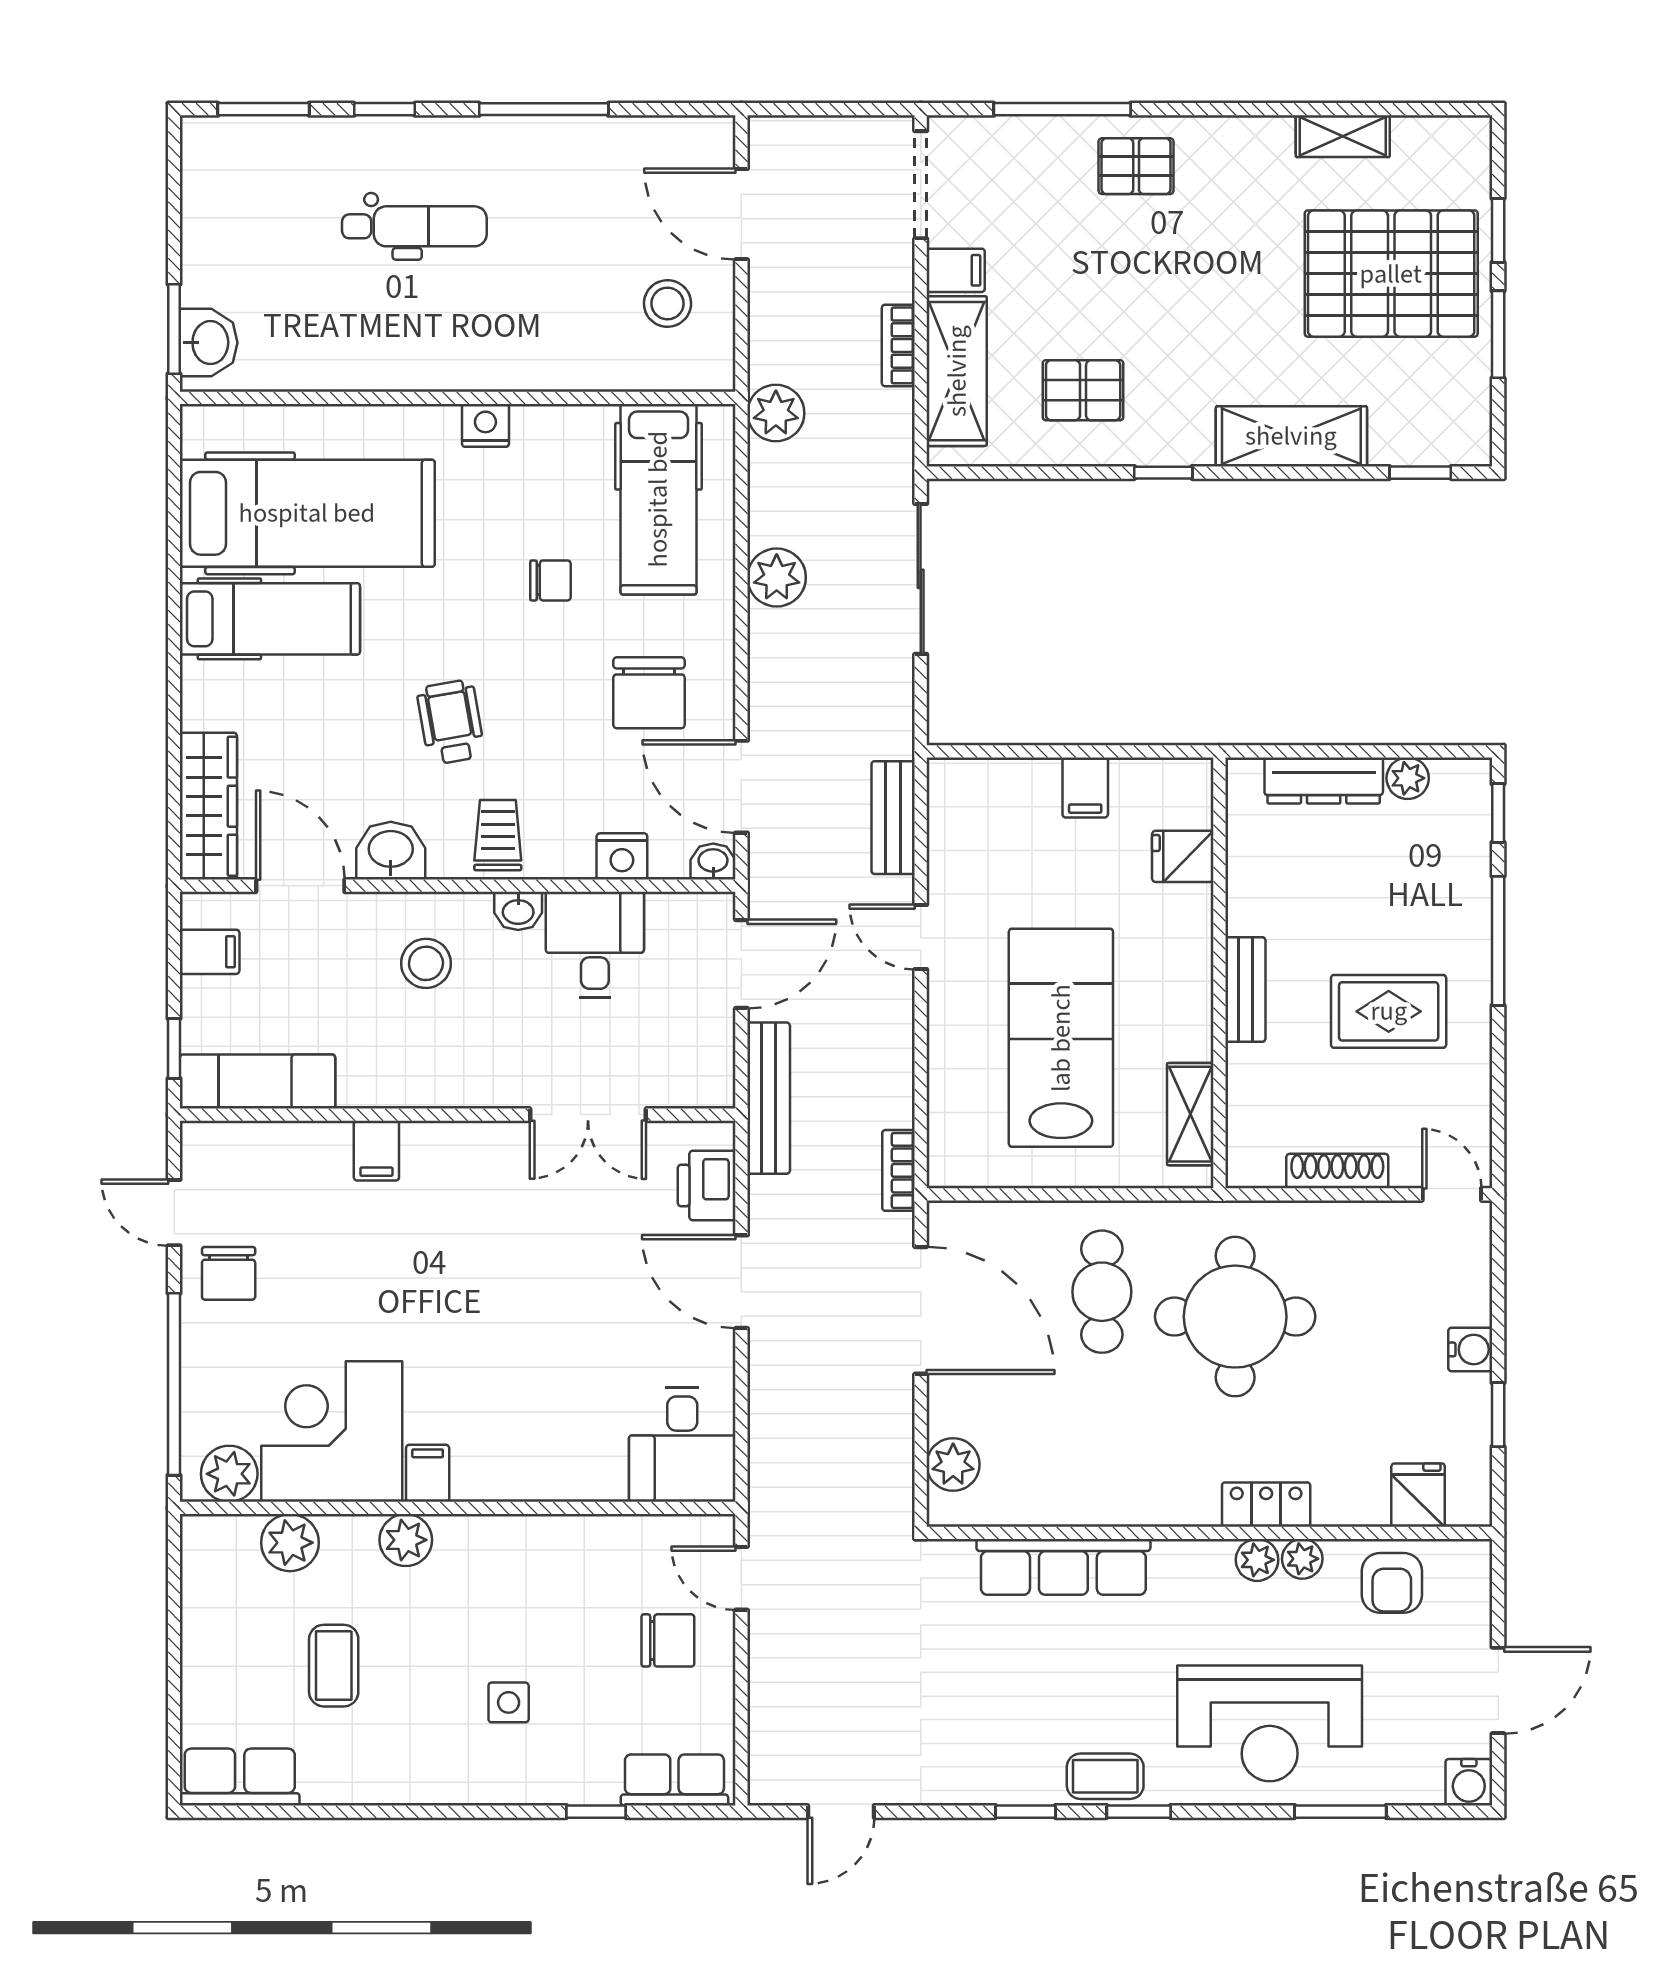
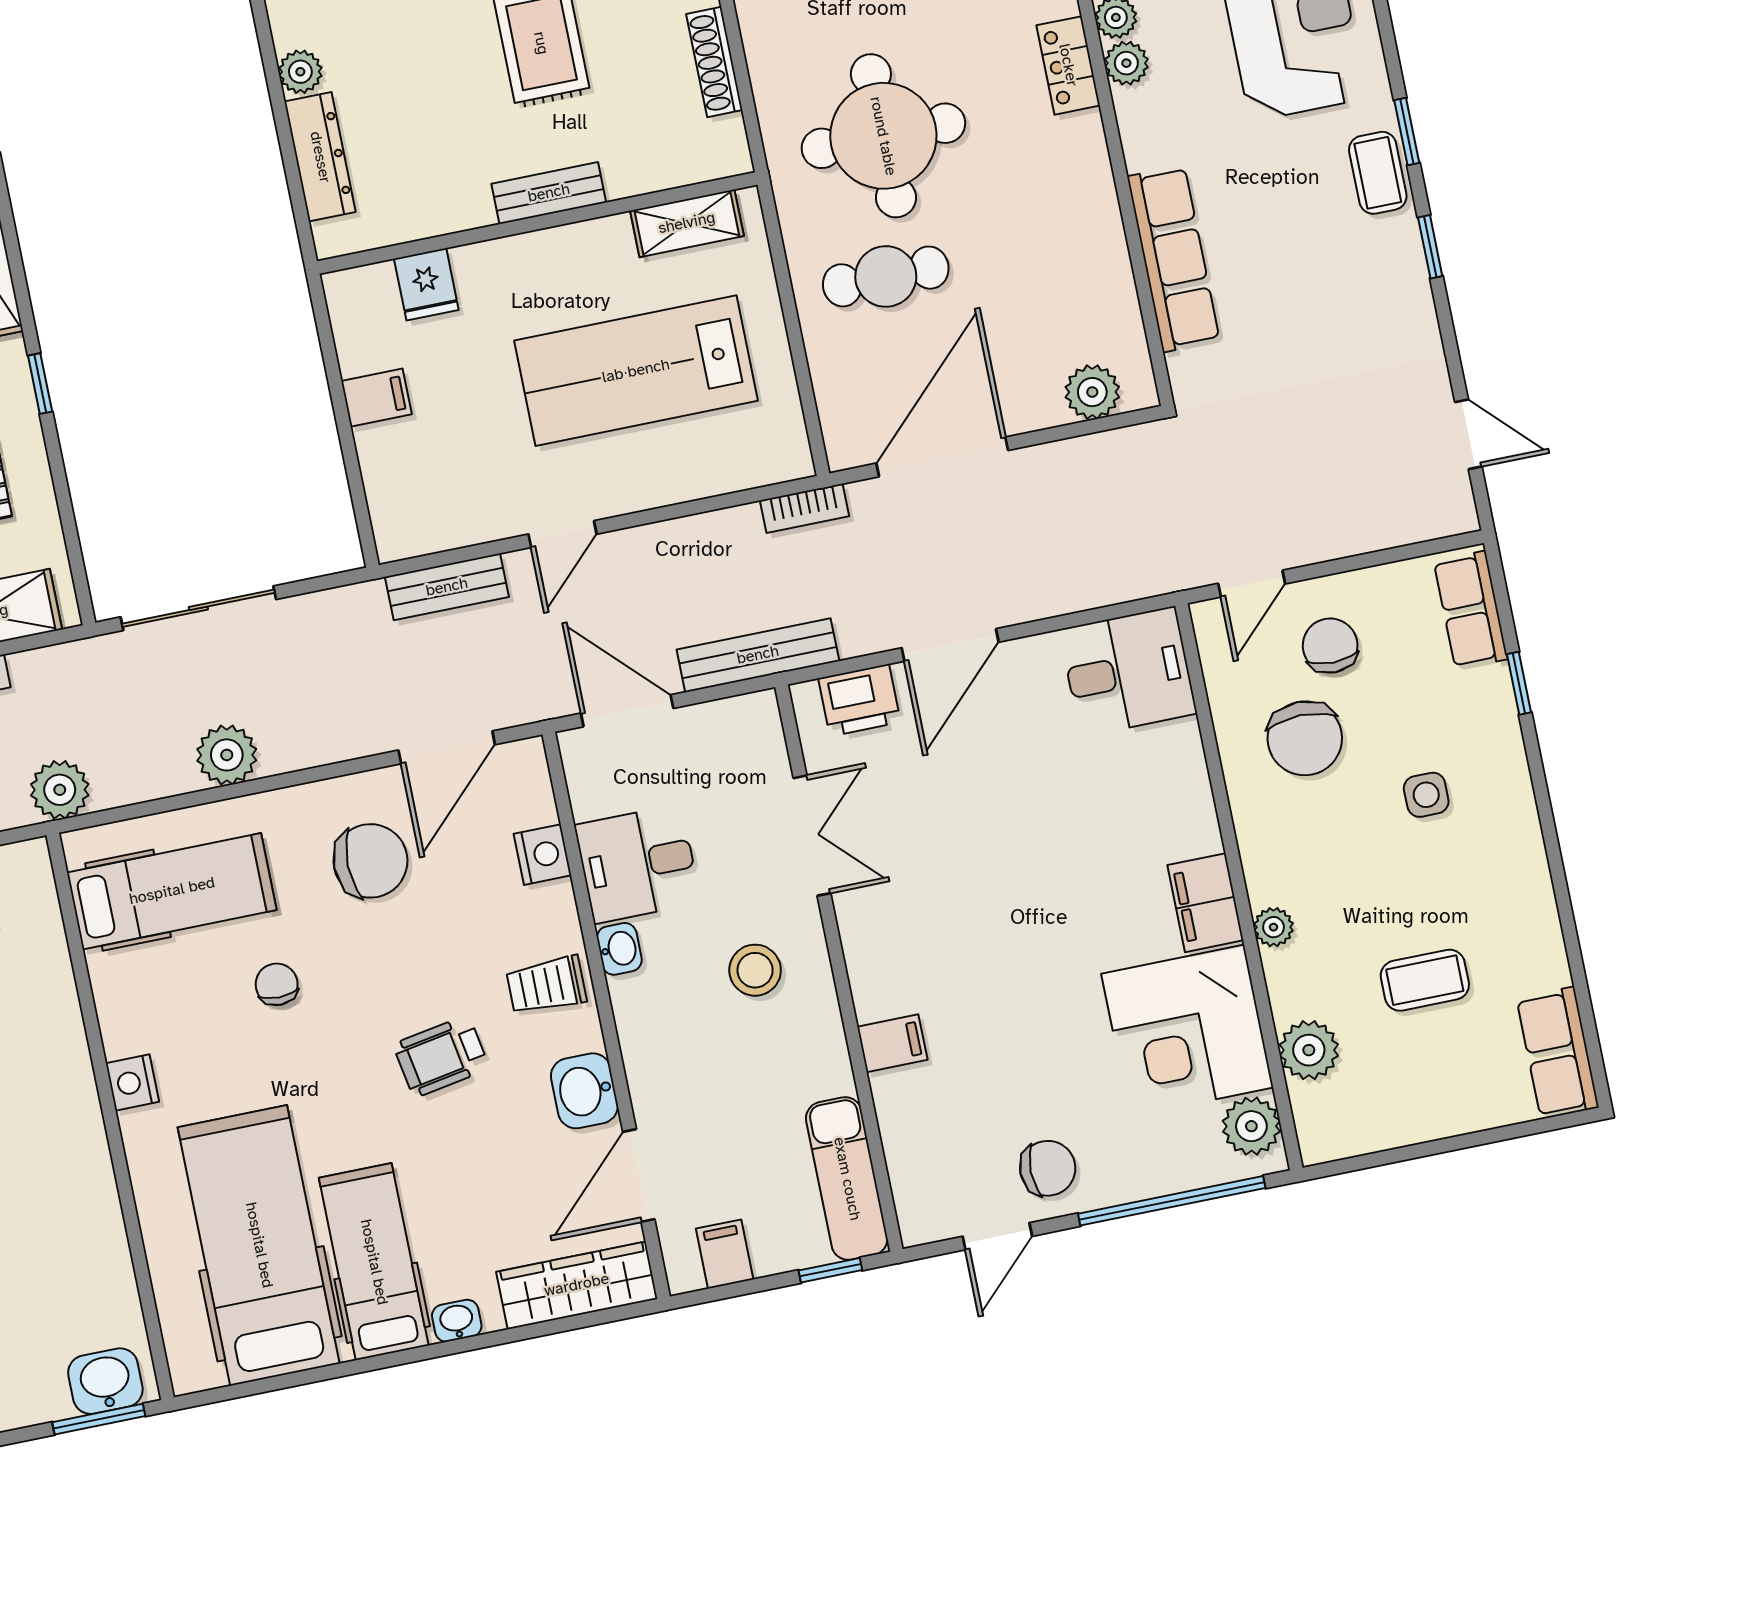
washbasin: (713, 862) -> (457, 1321), moved, turned 90
stool: (426, 963) -> (755, 970), moved
filing cabinet: (428, 1473) -> (1205, 903), width x2.00
plant: (406, 1540) -> (1274, 927), width x0.73, depth x0.73
chair: (585, 1599) -> (1305, 738), added

